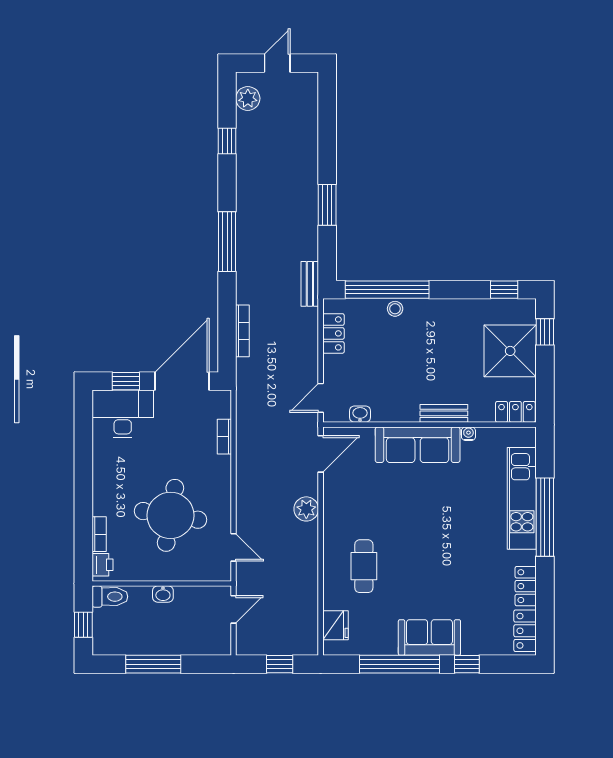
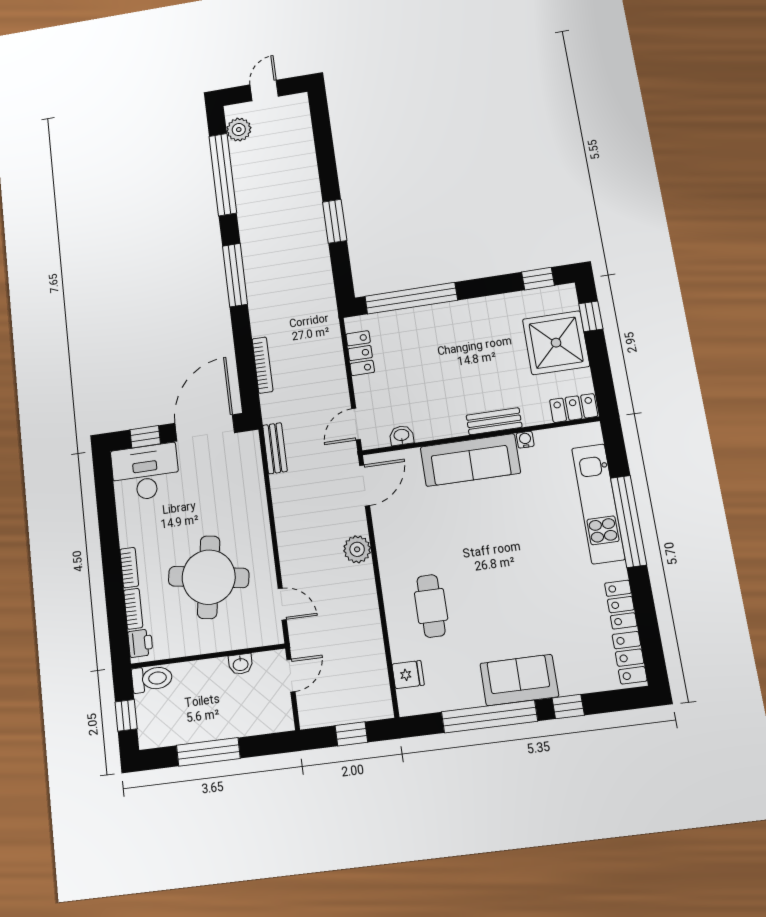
window: (227, 141) -> (223, 174), width x3.17
bench: (310, 284) -> (275, 448), moved
stool: (395, 309) -> (423, 317), removed
bookcase: (224, 437) -> (129, 568), moved, turned 180
washbasin: (163, 594) -> (241, 664), moved
fridge: (335, 625) -> (408, 675), width x0.72

